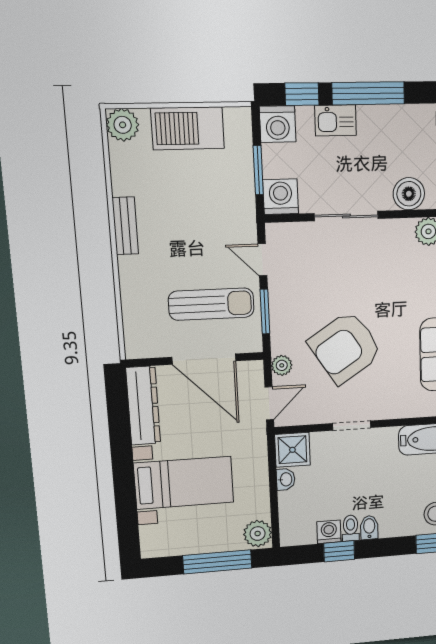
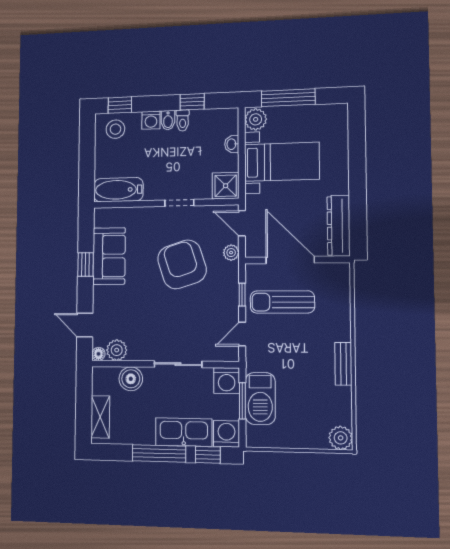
kitchen sink: (335, 120) -> (184, 432), width x1.88, depth x1.24
barbecue: (188, 128) -> (260, 398), moved, turned 90
door: (262, 260) -> (242, 334), swing flipped
window: (265, 312) -> (242, 295), width x0.67
armchair: (345, 347) -> (182, 264), turned -75
door: (269, 403) -> (242, 223), hinge flipped
washbasin: (286, 479) -> (232, 144), moved
bed with nightstands: (184, 483) -> (282, 162), moved, turned 180
washing machine: (329, 532) -> (151, 120), moved

